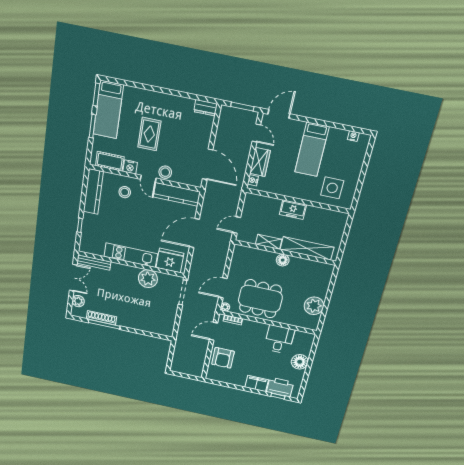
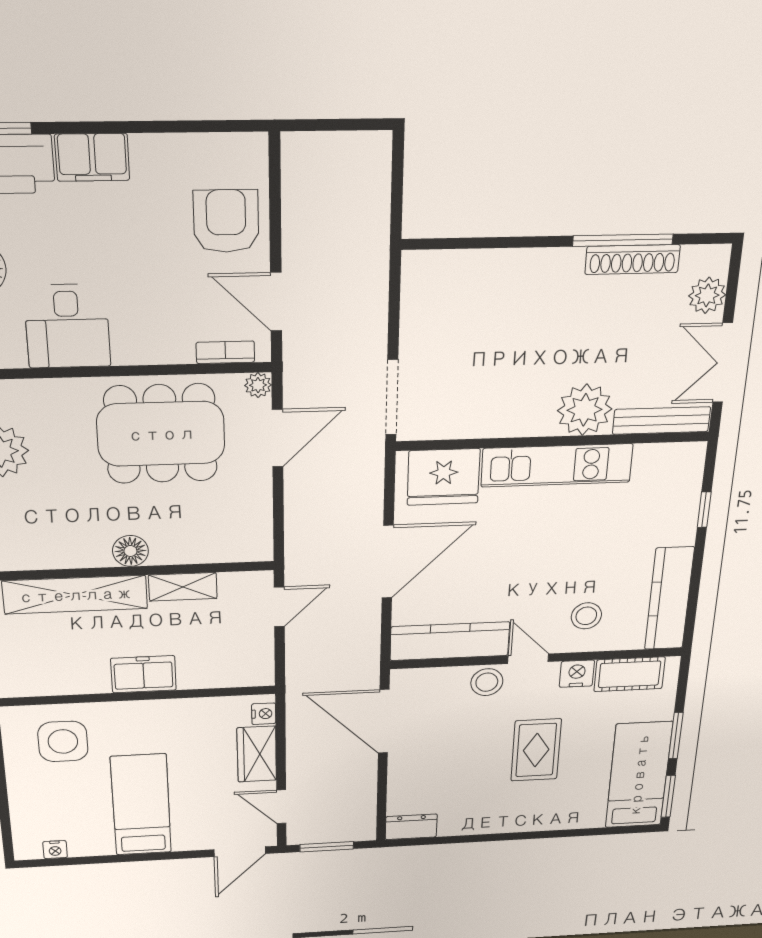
plant: (148, 279) -> (585, 410), moved
door: (213, 331) -> (276, 302), swing flipped

